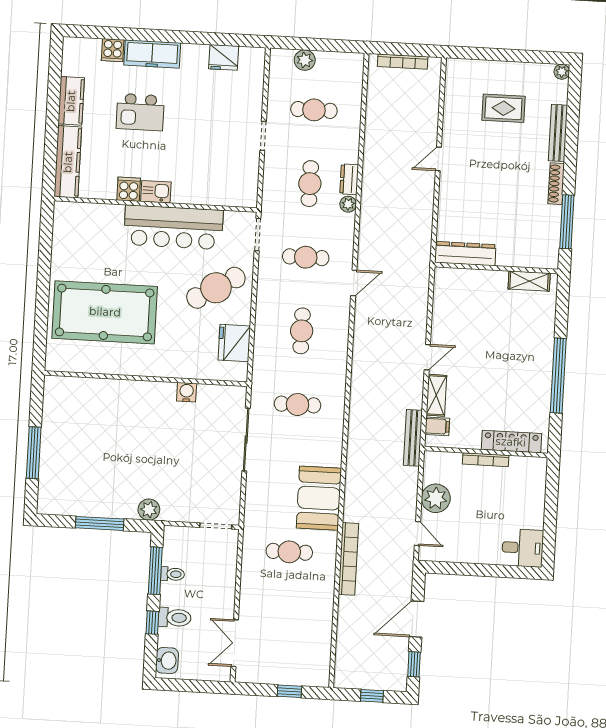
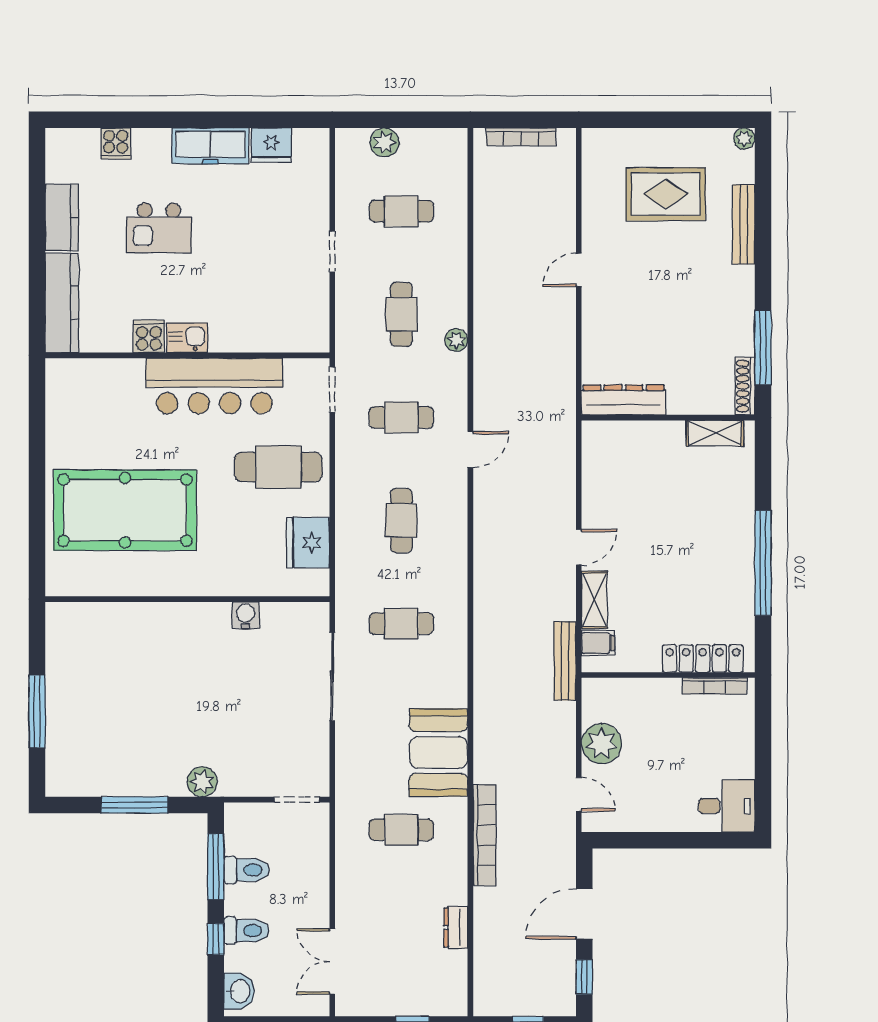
freezer: (152, 54) -> (210, 146), moved
rug: (503, 108) -> (666, 194), width x1.36, depth x1.43
dresser: (349, 179) -> (456, 927), moved
shoe rack: (556, 184) -> (745, 386), moved
cafe table: (216, 288) -> (278, 467), turned 31
bookcase: (486, 460) -> (714, 686), moved
toilet: (173, 574) -> (247, 870), width x1.37, depth x1.39

